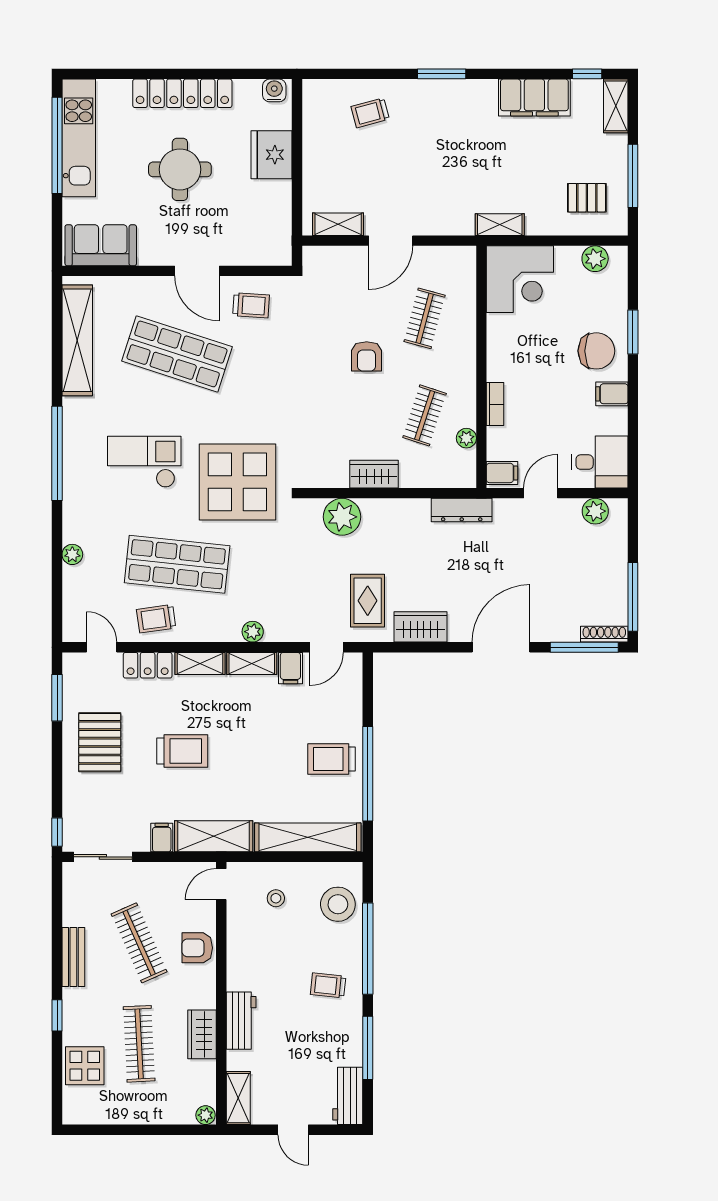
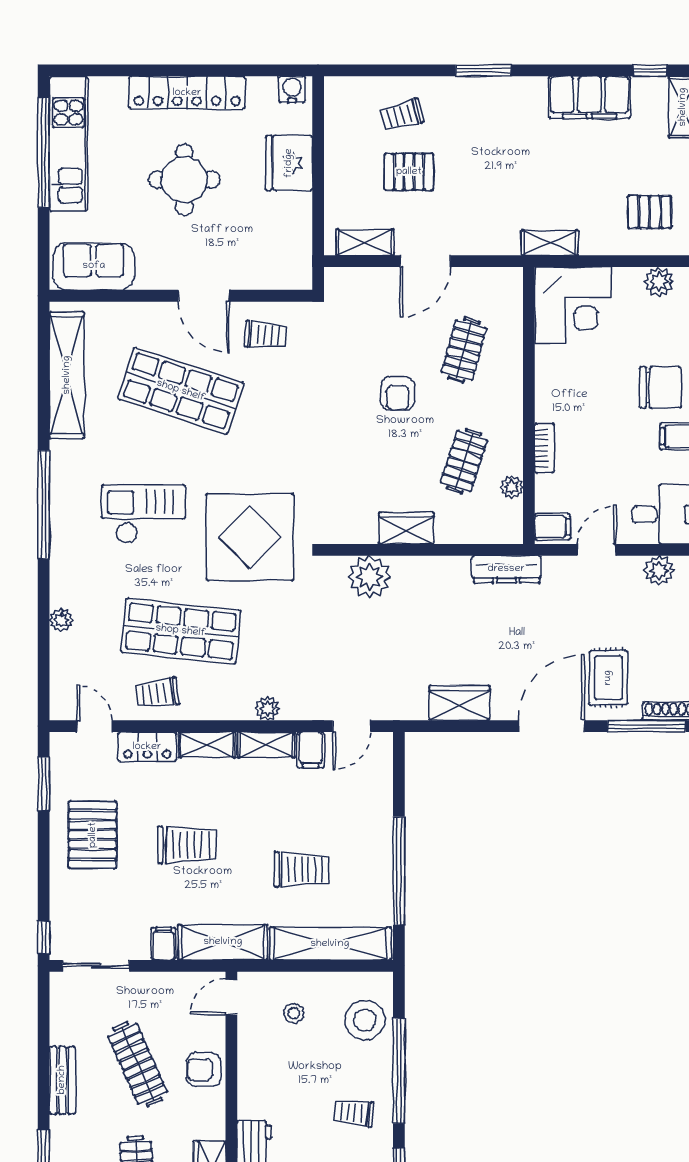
pallet: (376, 163) -> (409, 172), added
rug: (368, 601) -> (608, 678), moved
trolley: (332, 759) -> (301, 870), moved, turned 180

